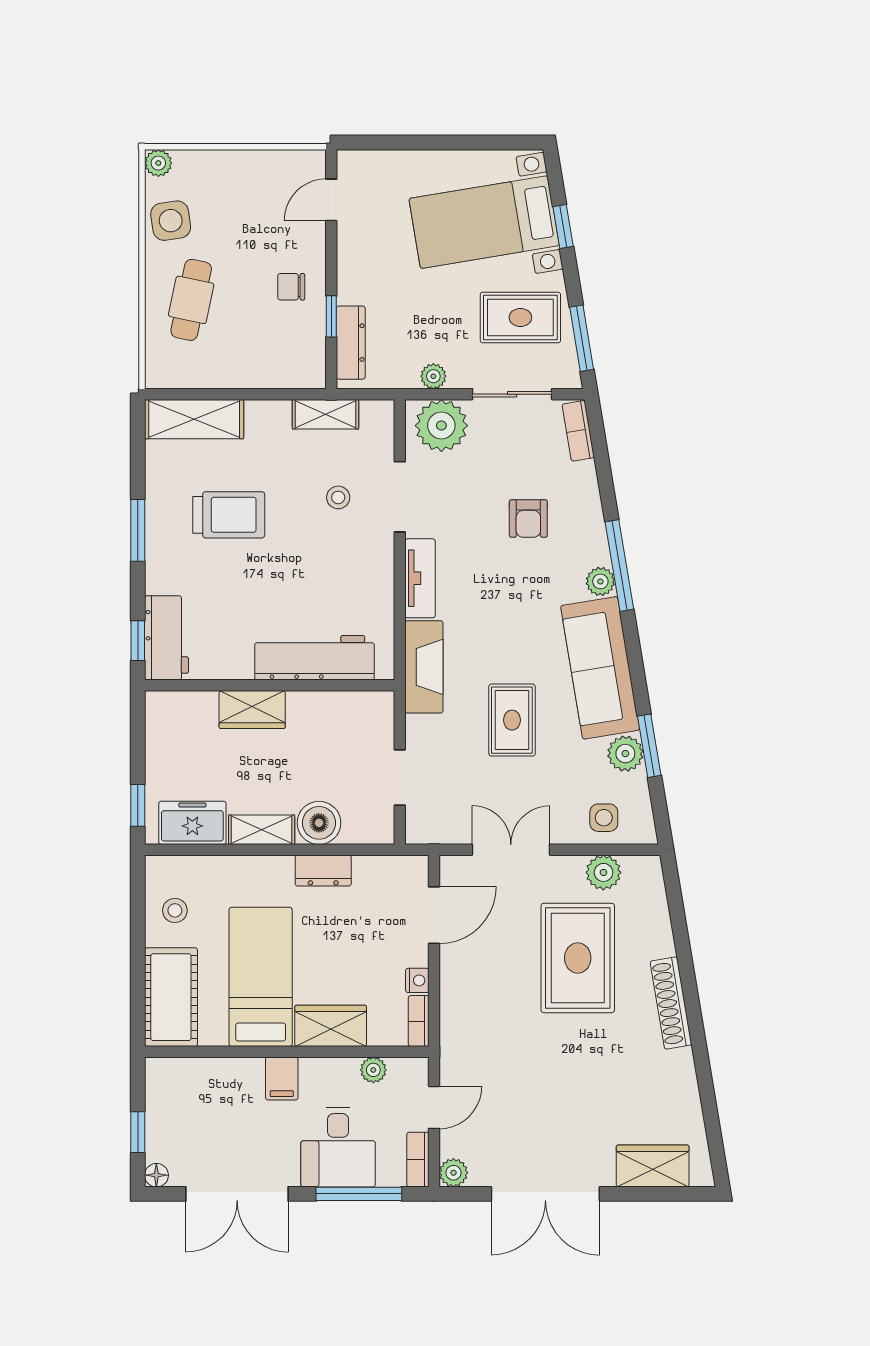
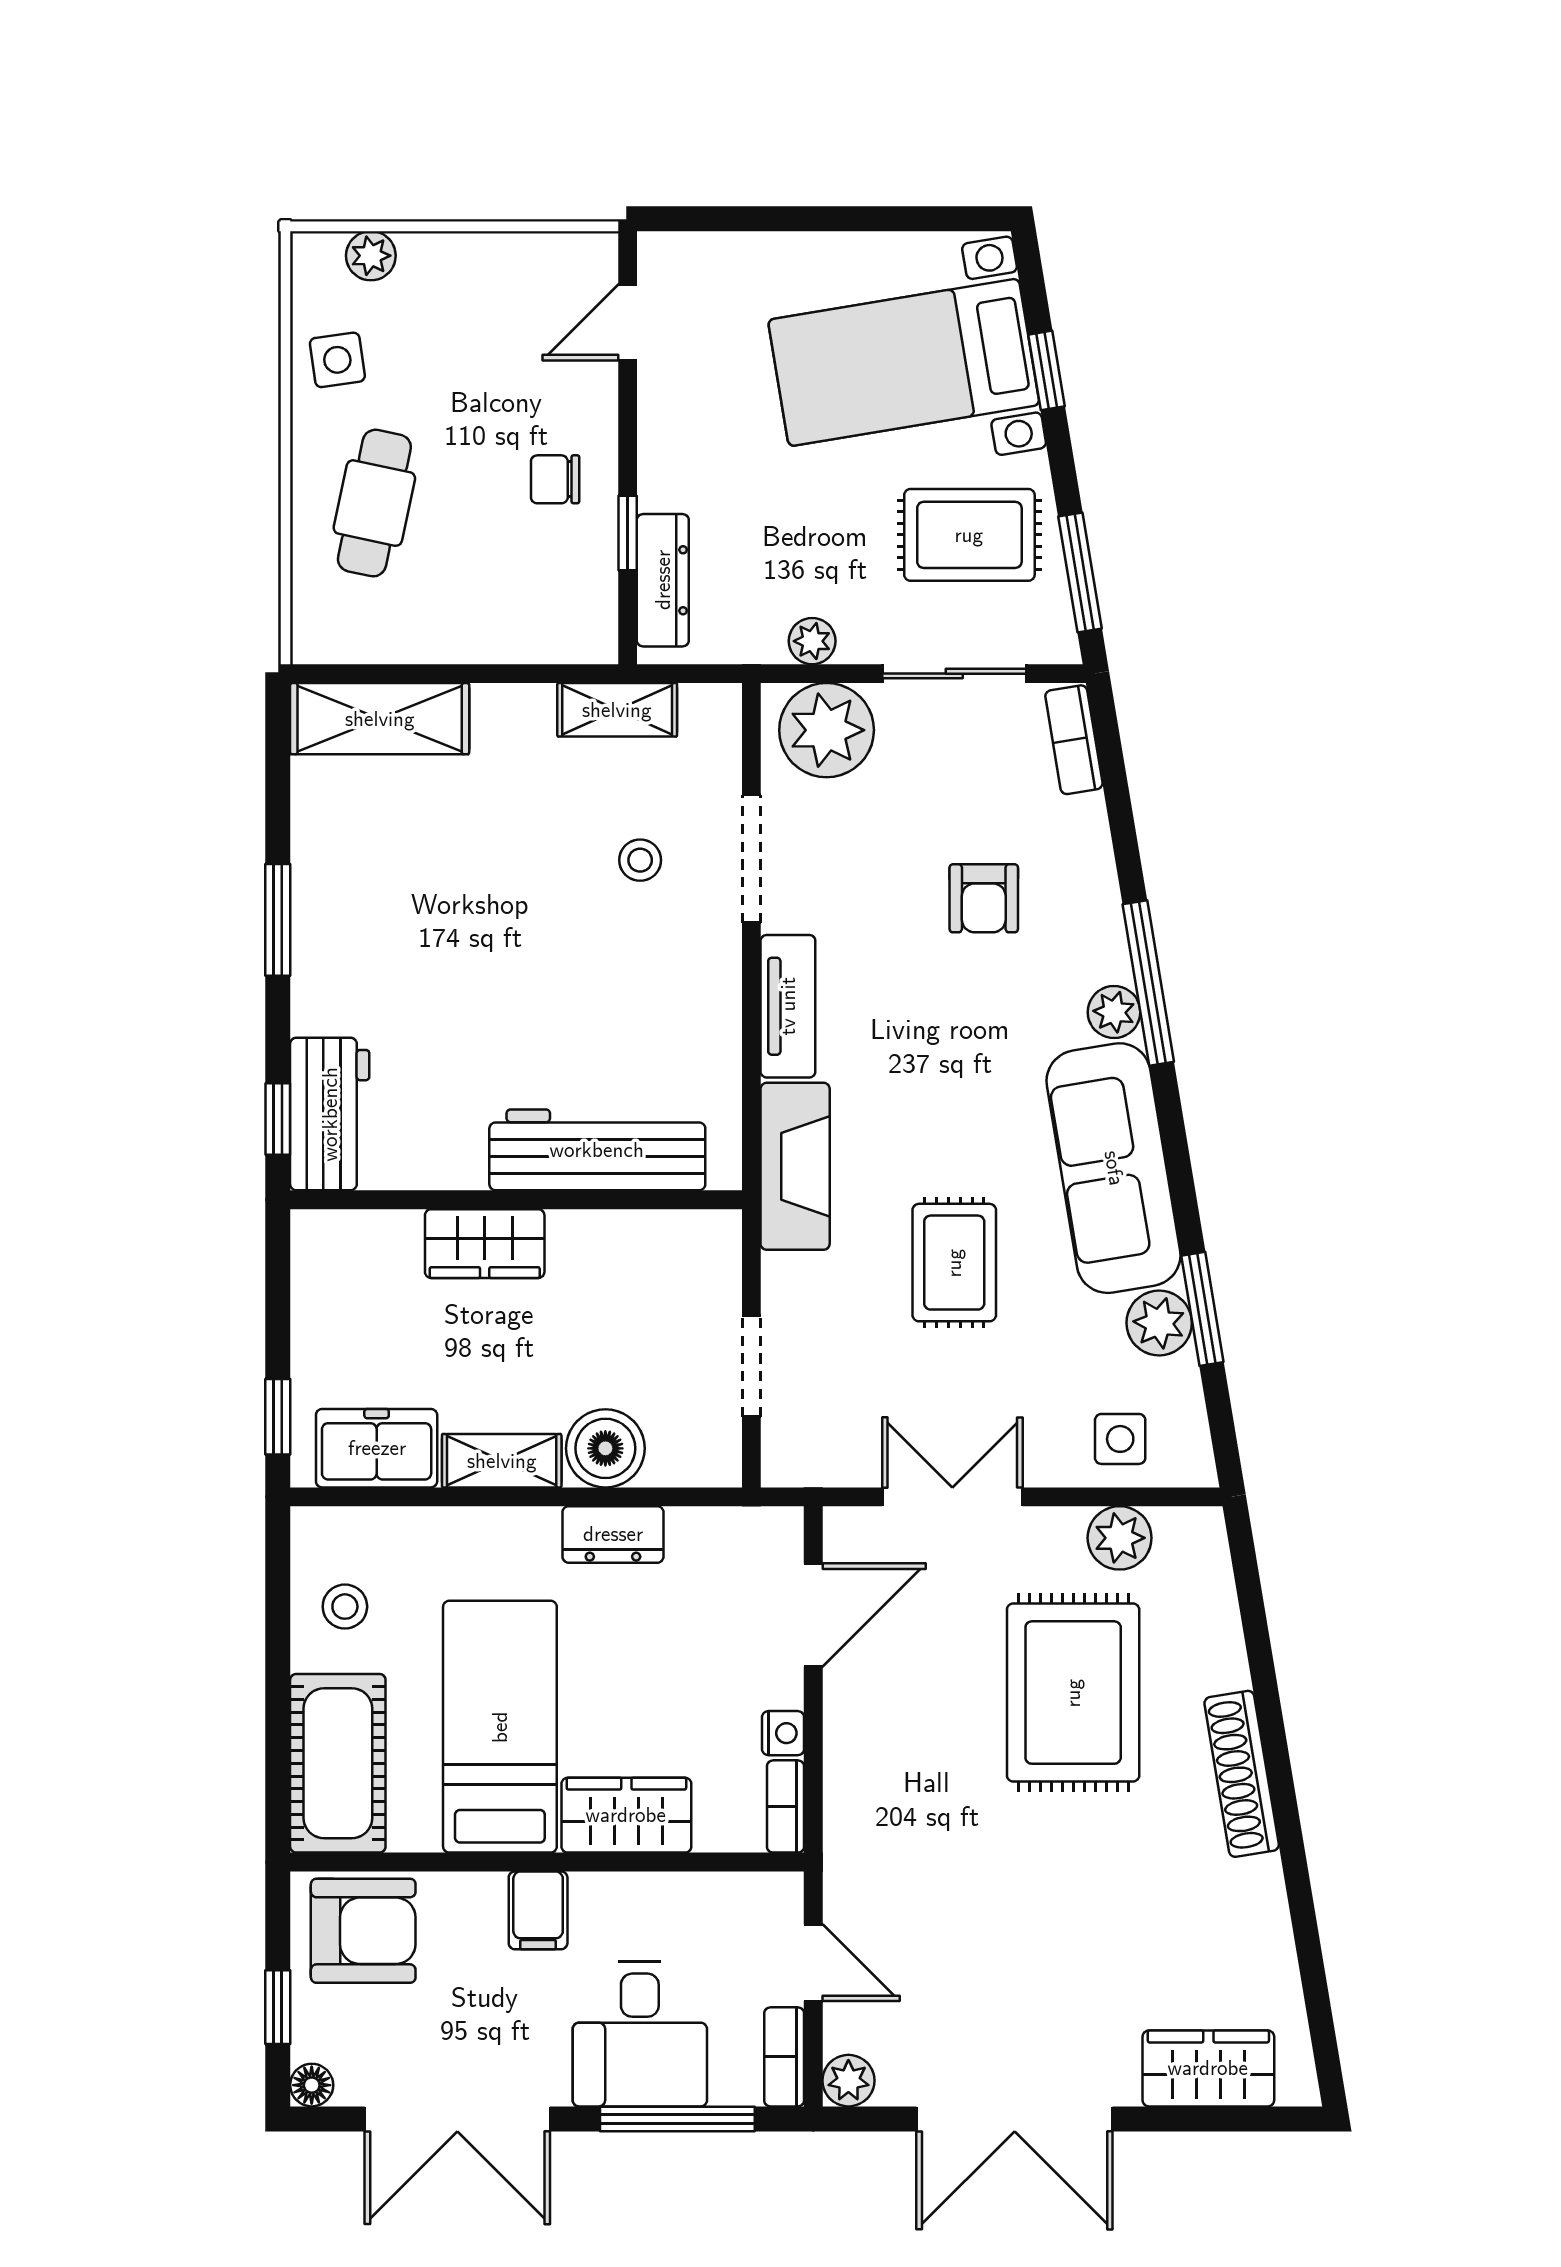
plant: (158, 163) -> (371, 256), moved
side table: (171, 221) -> (337, 360), width x0.73, depth x0.73
trolley: (229, 515) -> (442, 892), removed
plant: (373, 1070) -> (704, 1895), removed
armchair: (185, 1090) -> (363, 1931), added
door: (434, 1107) -> (813, 1963), hinge flipped

